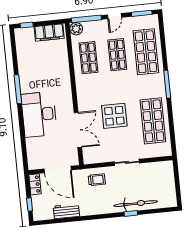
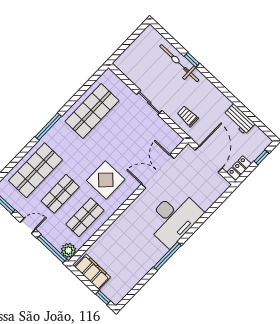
display table: (114, 116) -> (106, 180), moved

